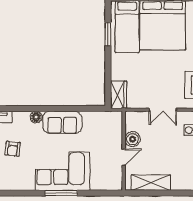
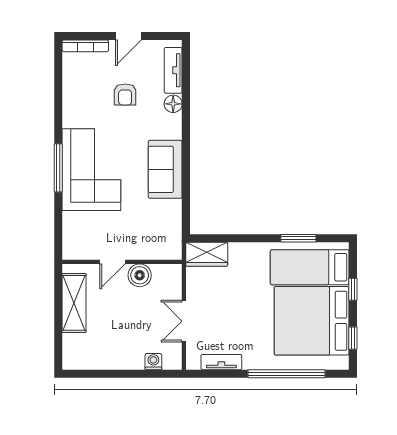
floor lamp: (36, 117) -> (173, 104), moved
armchair: (13, 149) -> (125, 94), turned -96
door: (124, 157) -> (112, 262), hinge flipped

